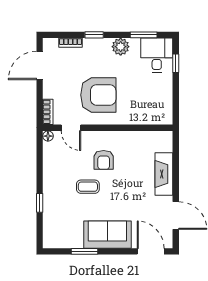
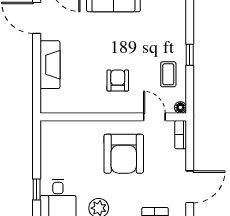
armchair: (98, 95) -> (124, 154), turned -90
coffee table: (88, 187) -> (168, 74), moved, turned 90
window: (40, 203) -> (190, 55), moved

